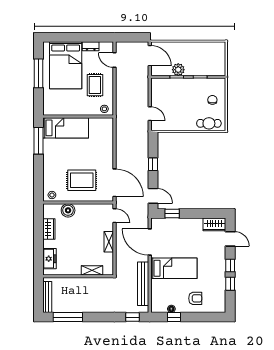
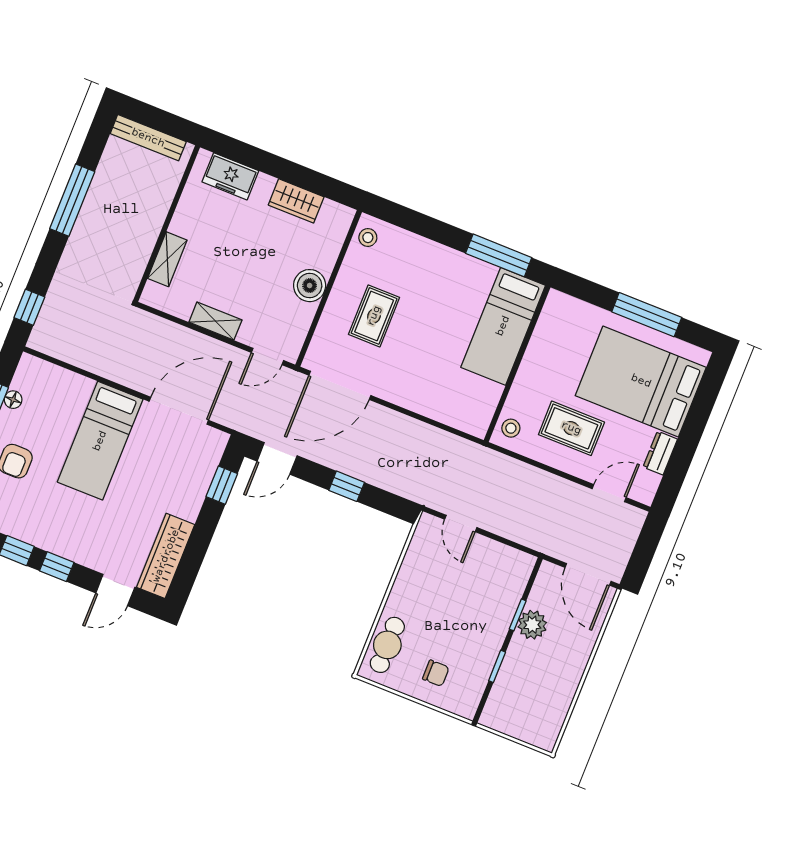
door: (150, 56) -> (588, 574), hinge flipped
door: (150, 114) -> (461, 523), hinge flipped
rug: (82, 180) -> (374, 316), width x0.73, depth x0.70
boiler: (68, 210) -> (310, 286), moved
wardrobe: (214, 224) -> (166, 556), width x1.50
bench: (143, 284) -> (93, 360), removed
window: (68, 317) -> (72, 200), moved

